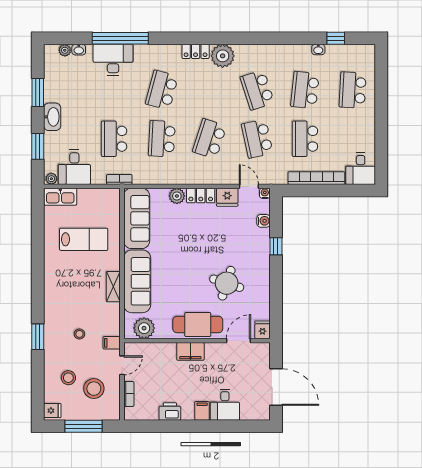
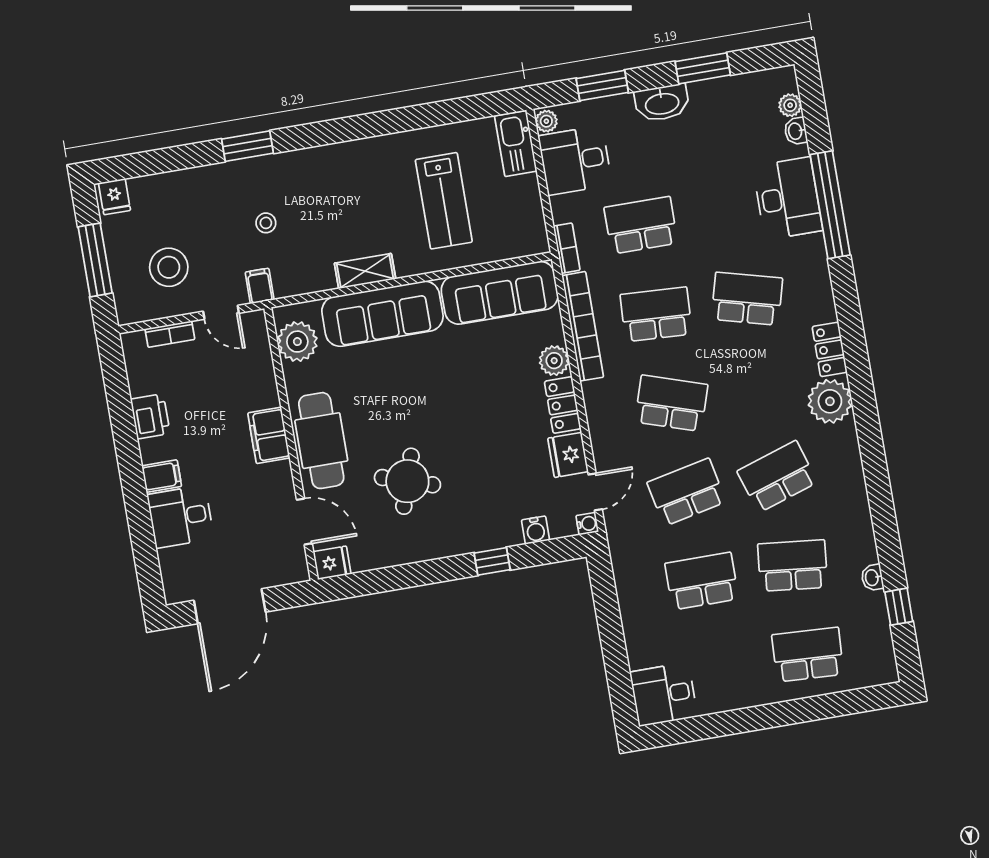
bookcase: (316, 178) -> (583, 326), moved
stool: (68, 378) -> (181, 216), removed

